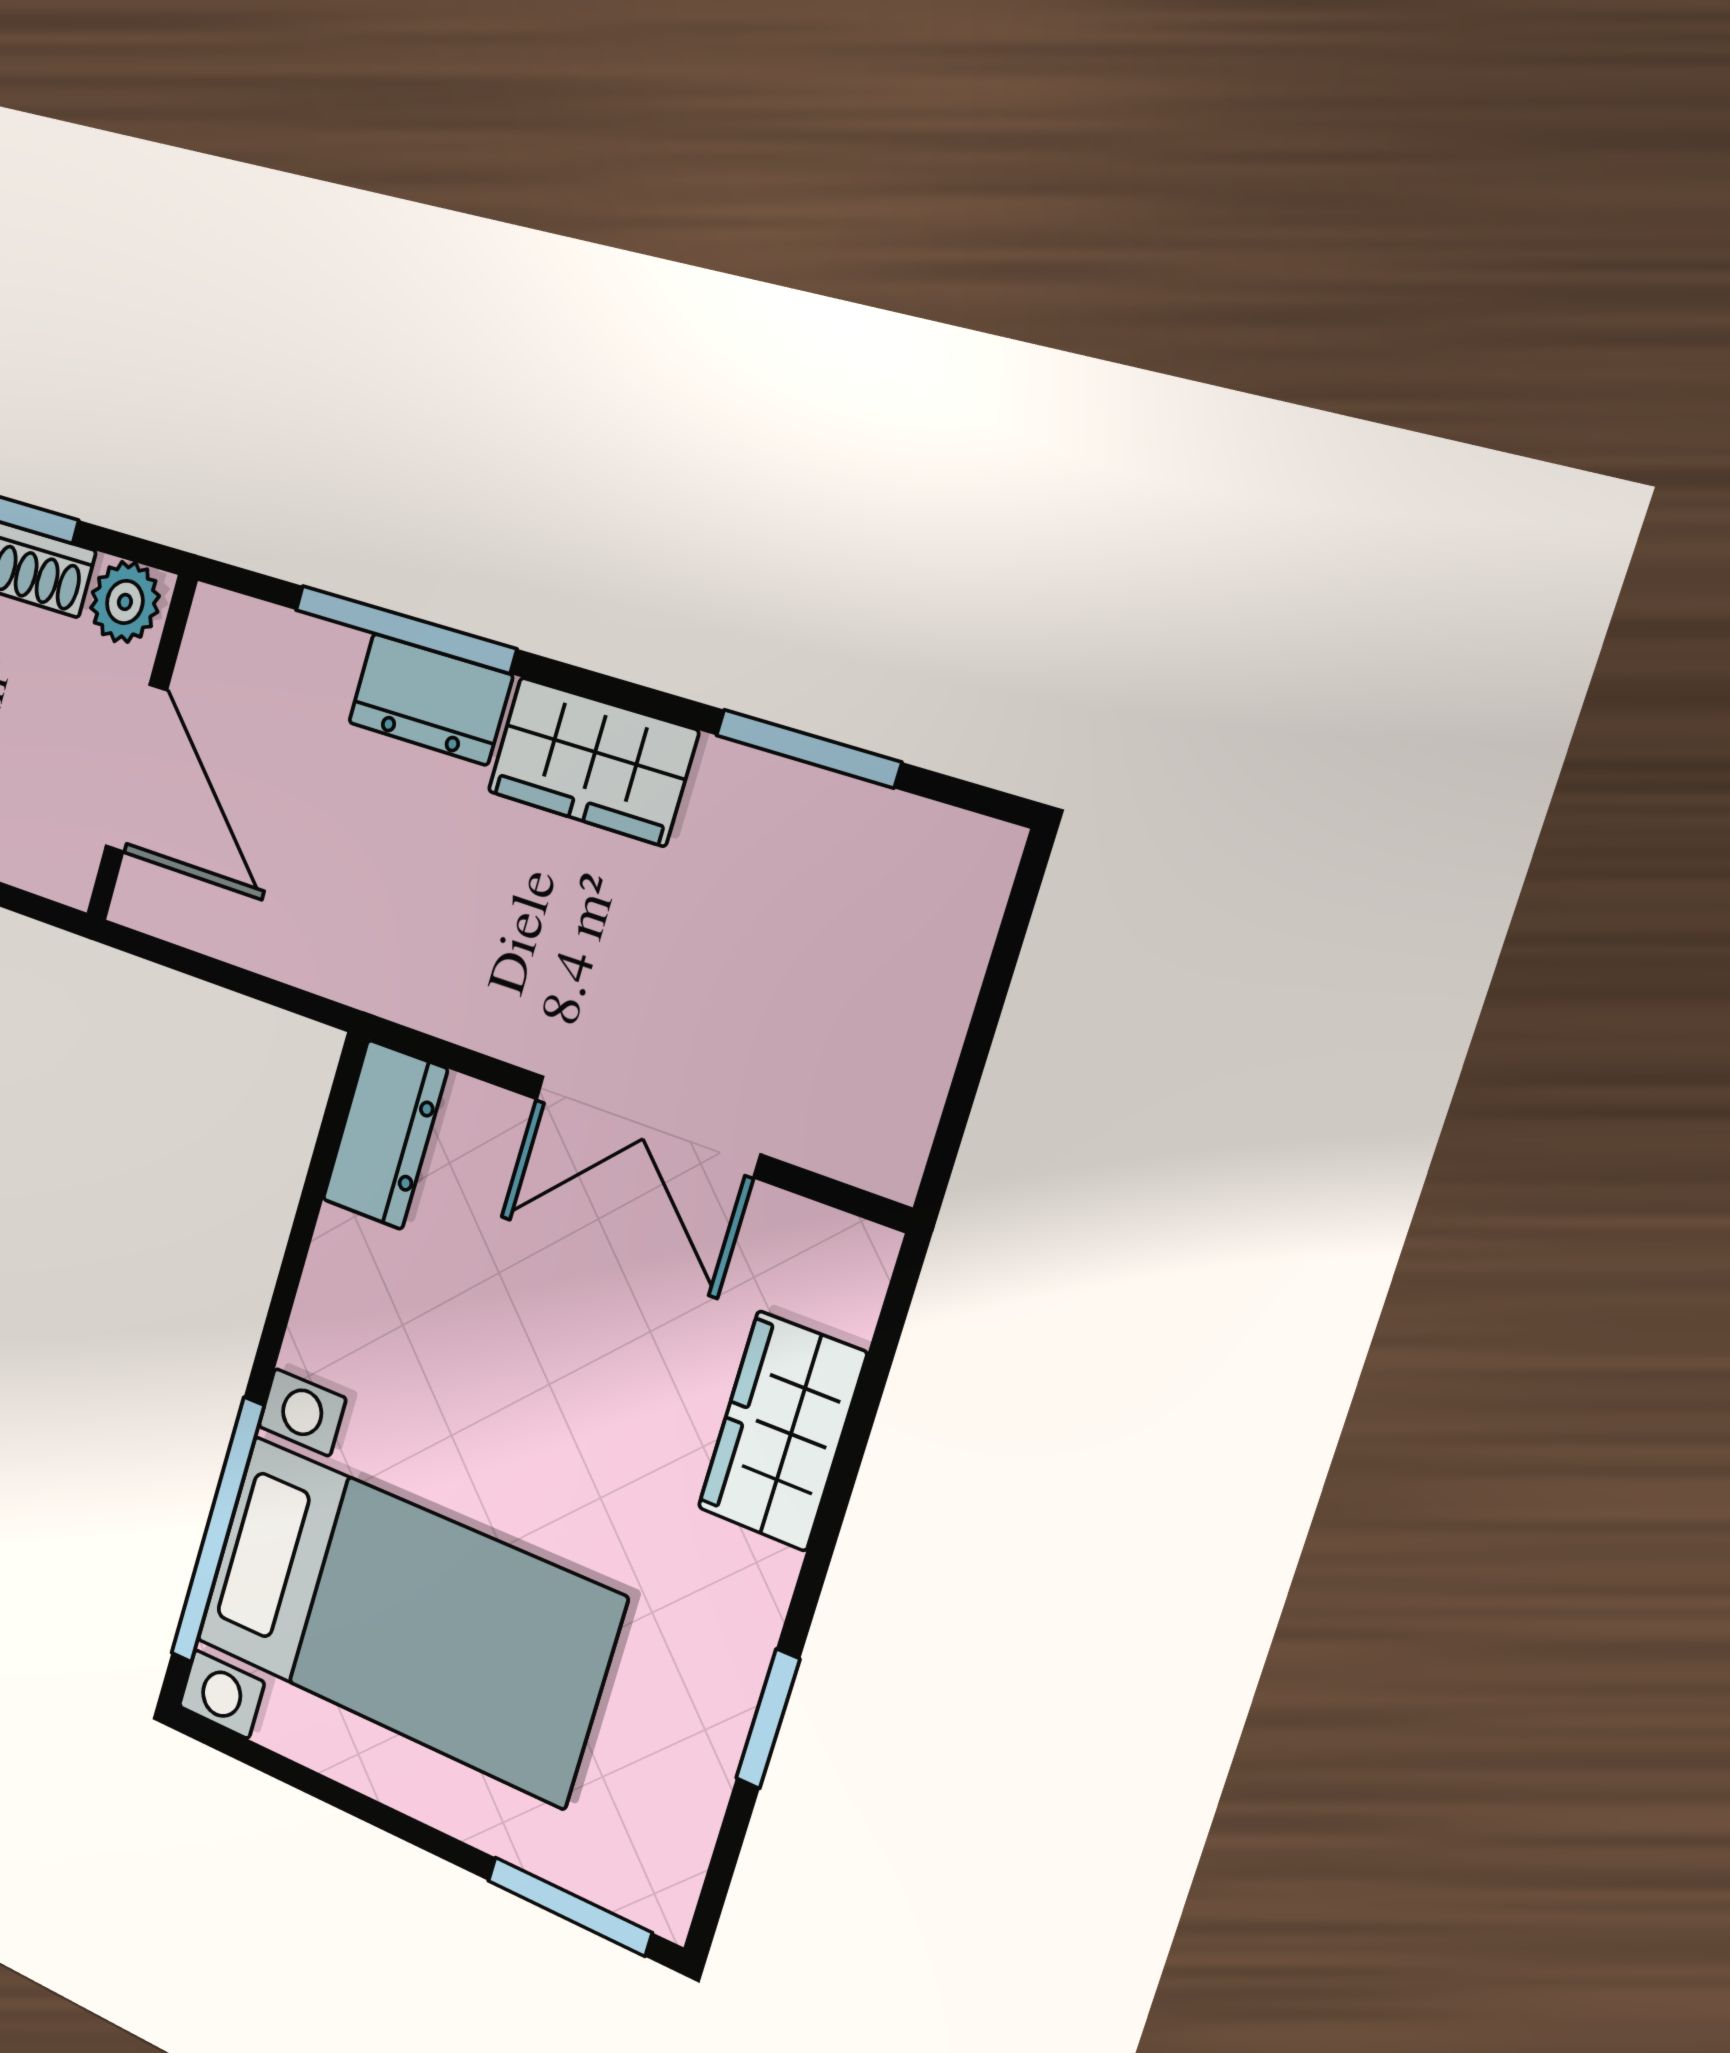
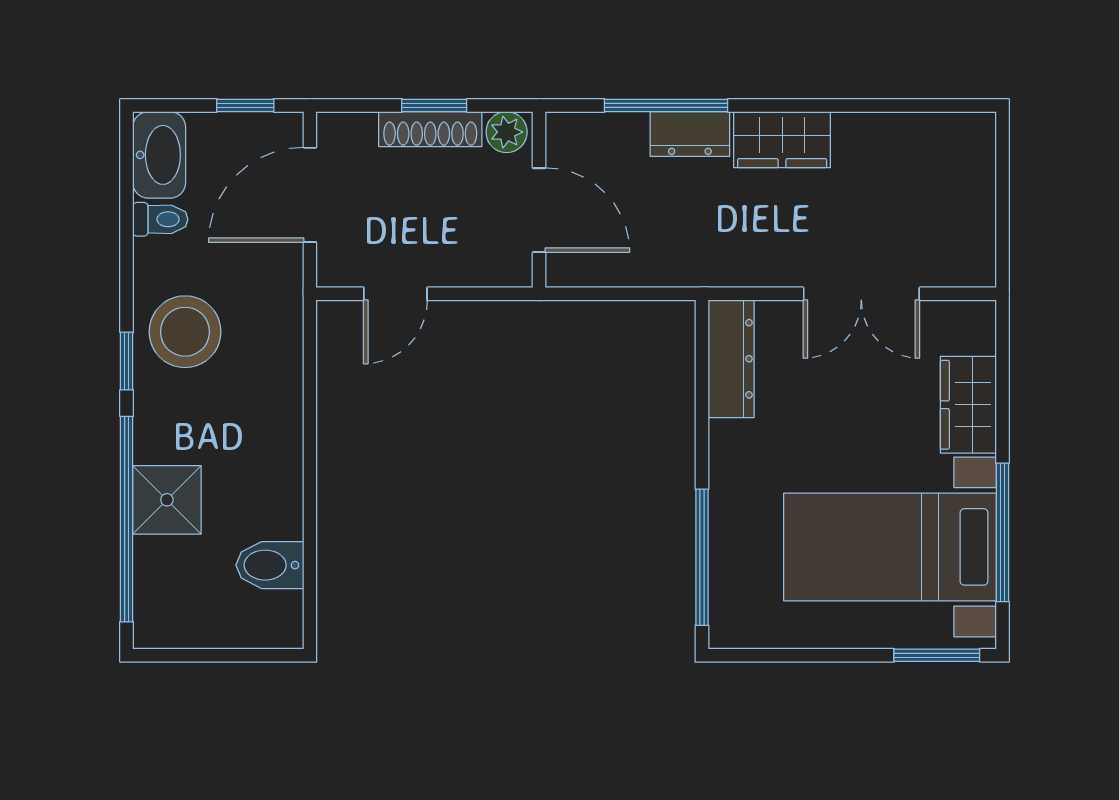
window: (808, 749) -> (884, 105), removed
dresser: (385, 1135) -> (731, 359), width x1.44
bed with nightstands: (406, 1619) -> (890, 547), moved, turned 180
window: (768, 1719) -> (1002, 532), width x2.17

